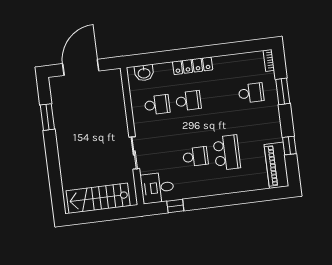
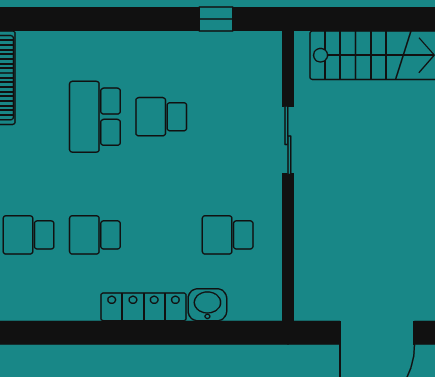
washbasin: (144, 73) -> (207, 305), moved
school desk: (188, 101) -> (95, 235), moved
desk: (157, 188) -> (249, 62), removed

